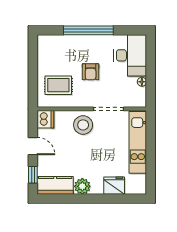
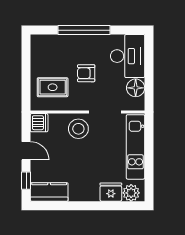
armchair: (91, 72) -> (86, 73), turned 90
floor lamp: (142, 82) -> (136, 88), width x1.89, depth x1.89
plant: (82, 186) -> (131, 193), moved

